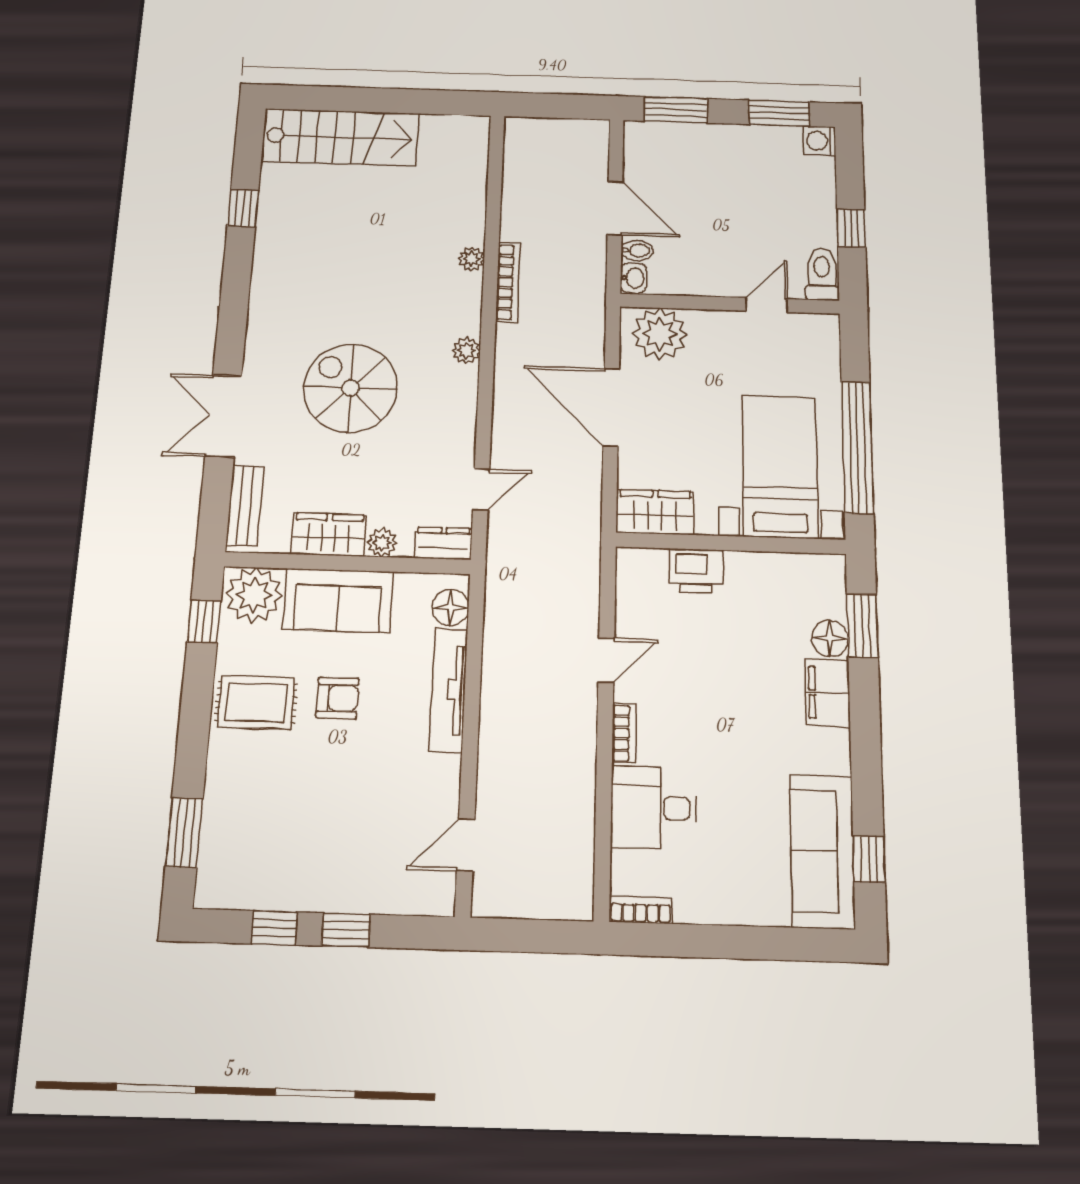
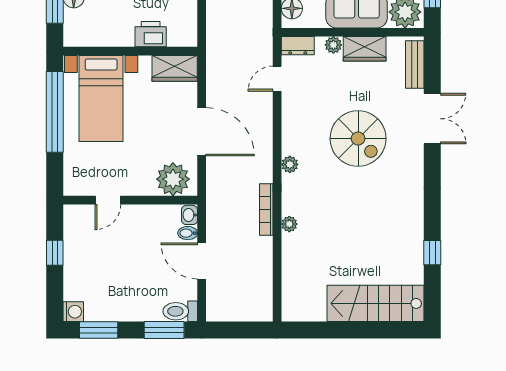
toilet: (822, 274) -> (180, 311), moved, turned 90

